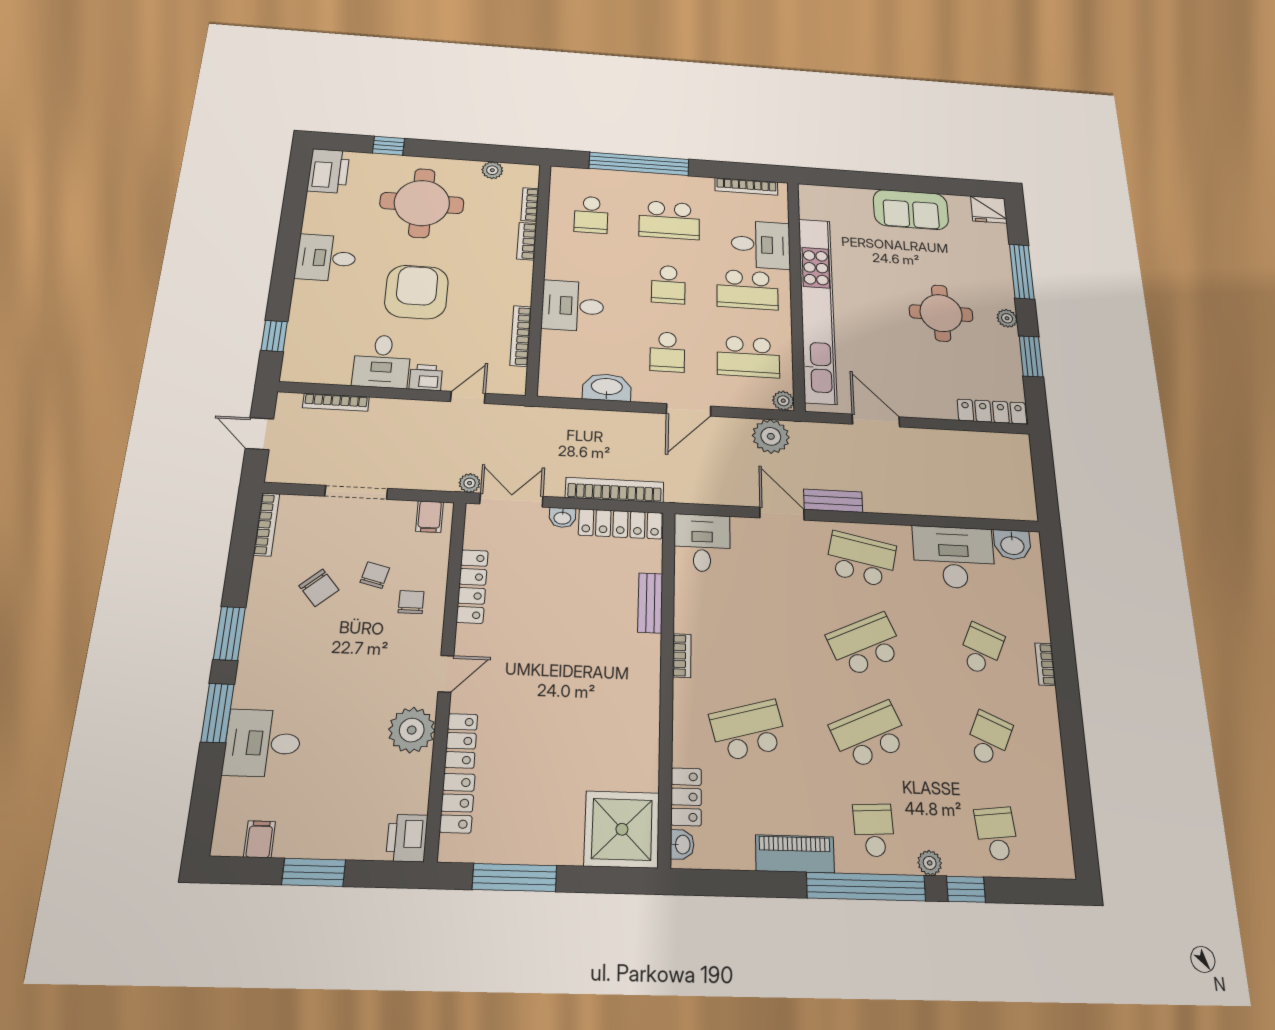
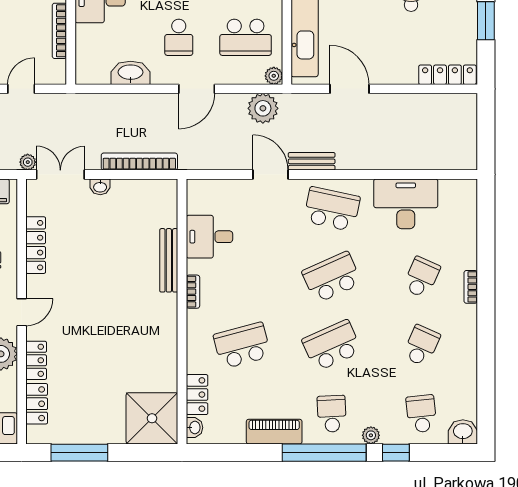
locker: (620, 524) -> (145, 190), removed
desk: (702, 543) -> (209, 237), moved, turned -90
washbasin: (1012, 545) -> (463, 432), moved, turned 180
bench: (650, 603) -> (169, 260), width x1.36

